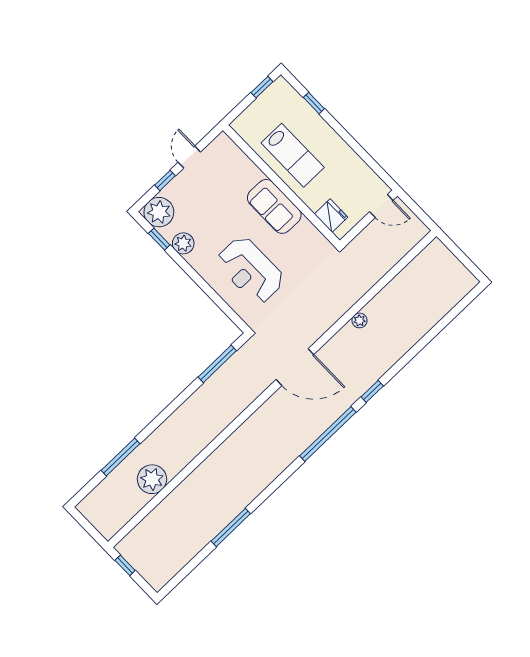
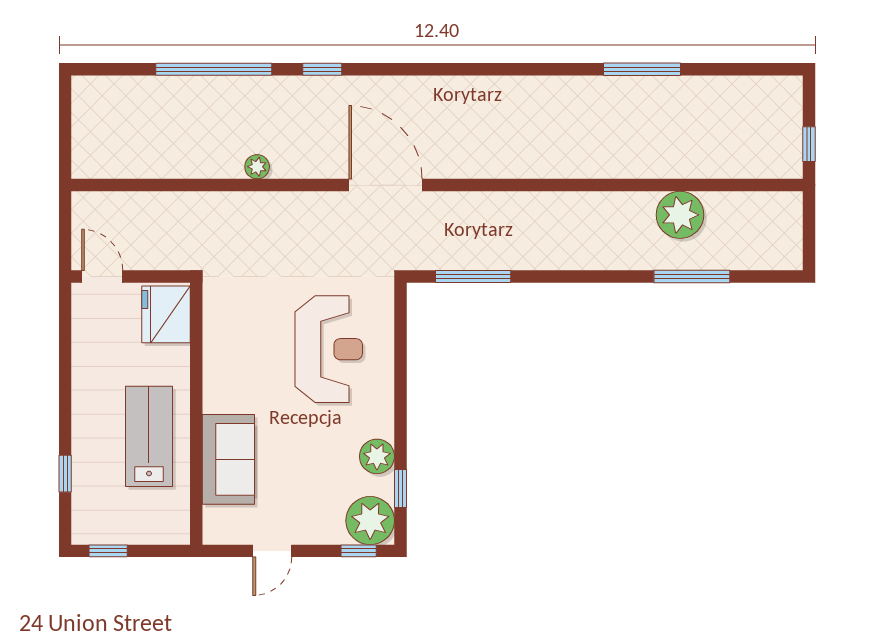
window: (165, 180) -> (359, 551), moved
sofa: (274, 206) -> (228, 459), moved
fridge: (331, 216) -> (166, 314), width x1.36, depth x1.34
window: (328, 434) -> (214, 69), moved

